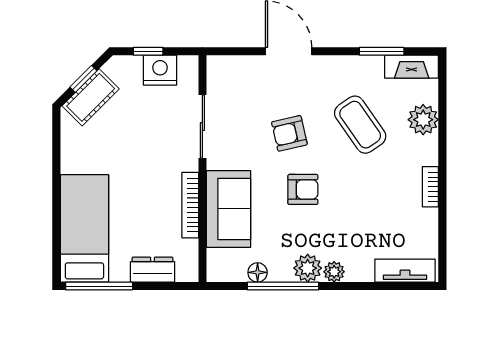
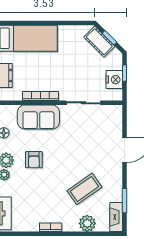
armchair: (289, 133) -> (80, 150), removed
armchair: (303, 189) -> (34, 160), moved

